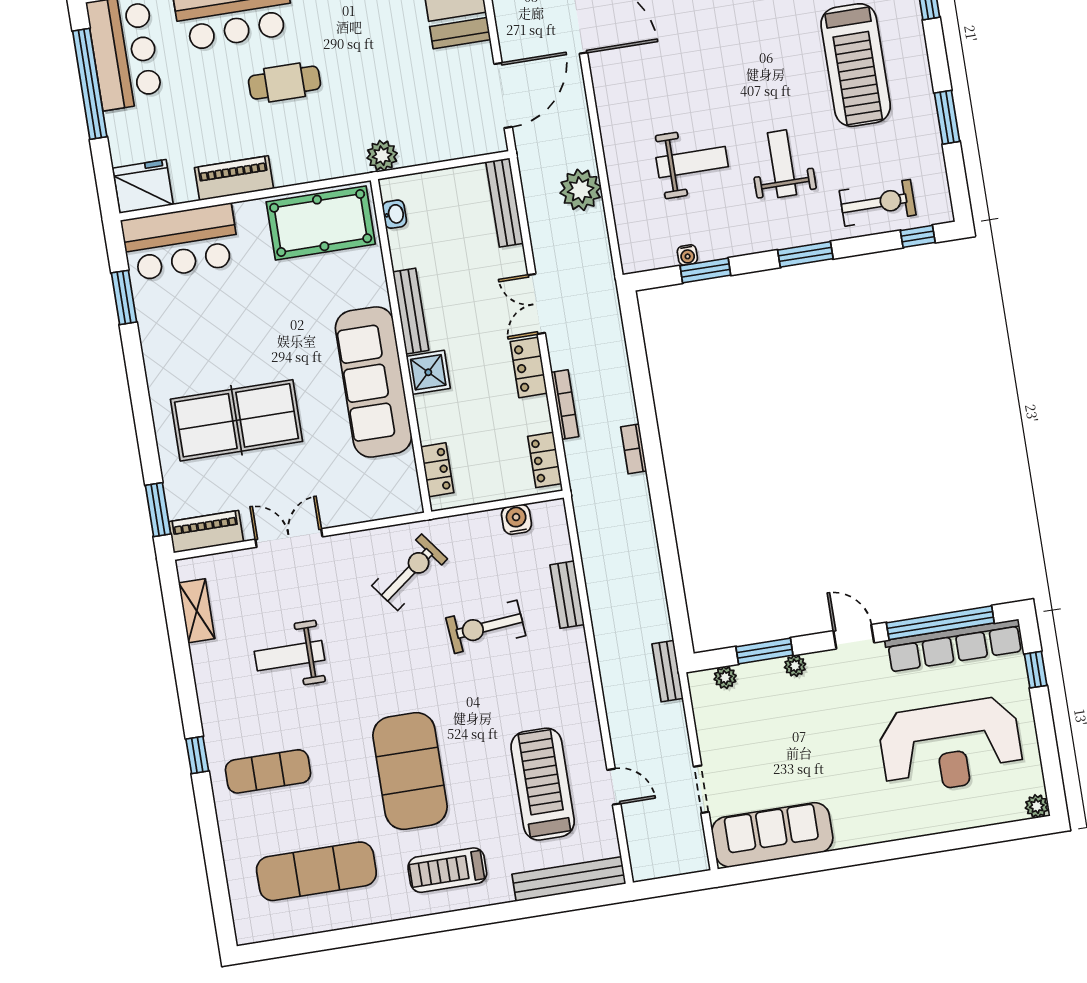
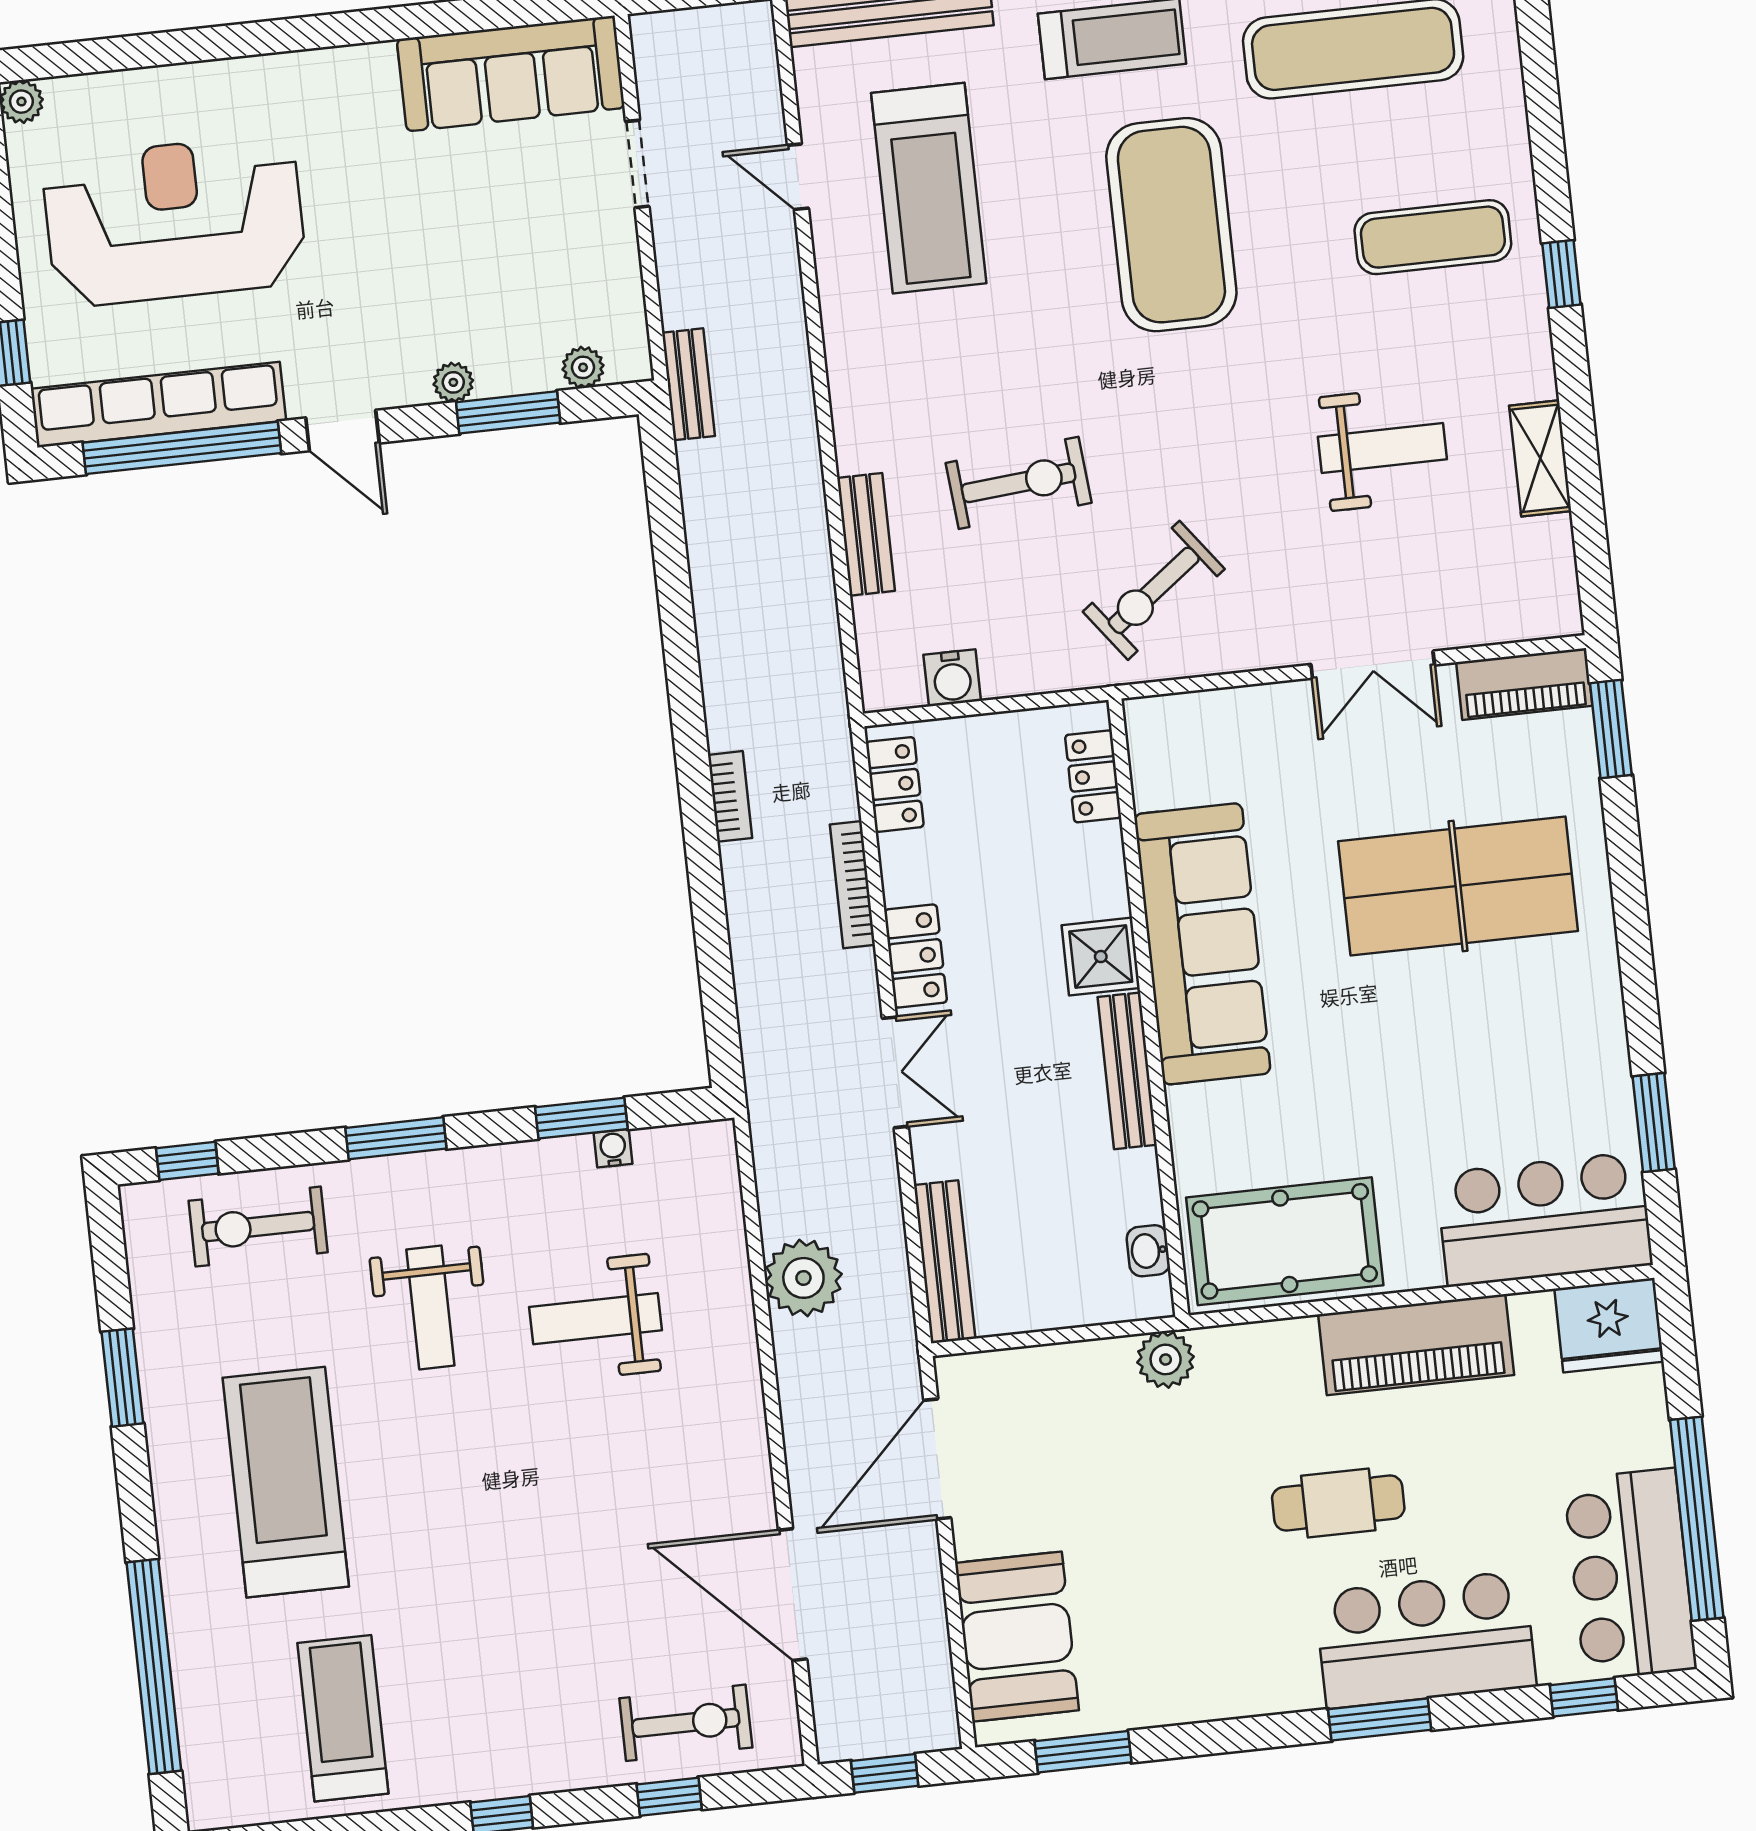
piano: (234, 178) -> (1416, 1345), width x1.37, depth x1.33
shelving: (197, 611) -> (1540, 458), moved

